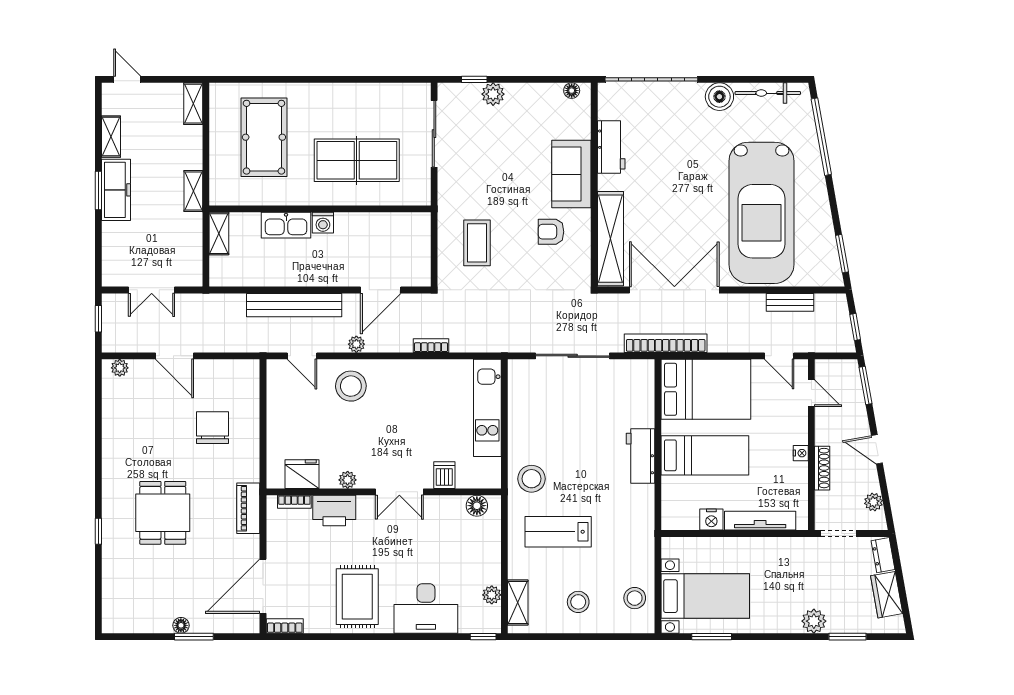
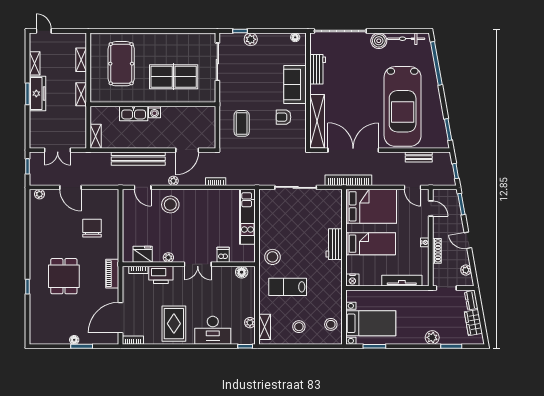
shelving: (193, 104) -> (81, 60), moved
shelving: (219, 234) -> (96, 136), moved
nightstand: (711, 520) -> (352, 280), moved

